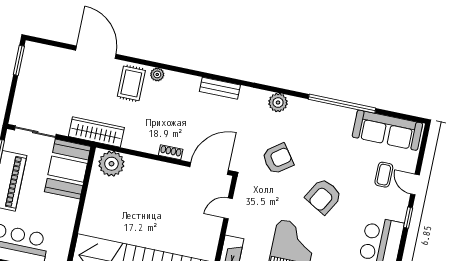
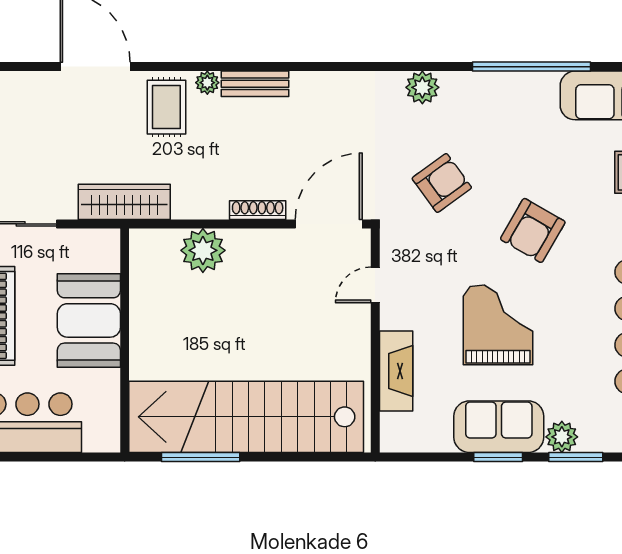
bench: (220, 88) -> (255, 84), moved
shoe rack: (171, 152) -> (258, 210), width x1.43
plant: (111, 164) -> (203, 250), moved
booth: (68, 169) -> (89, 320), moved

